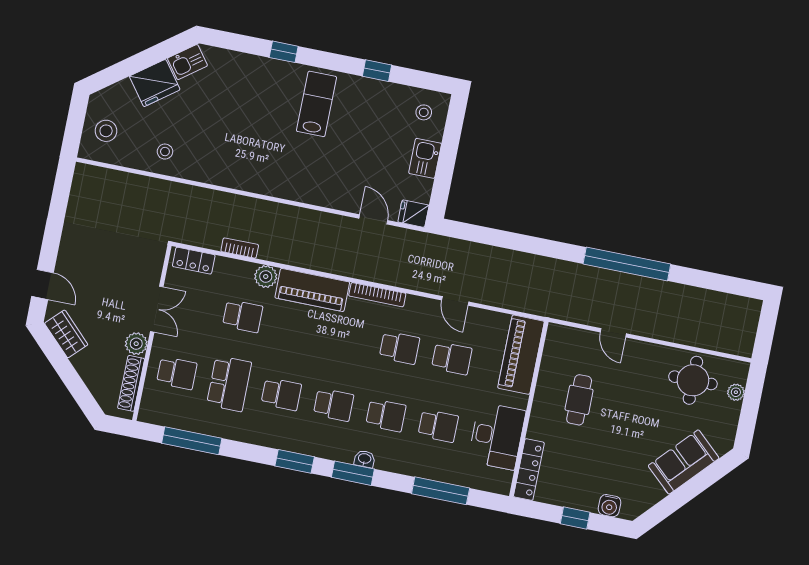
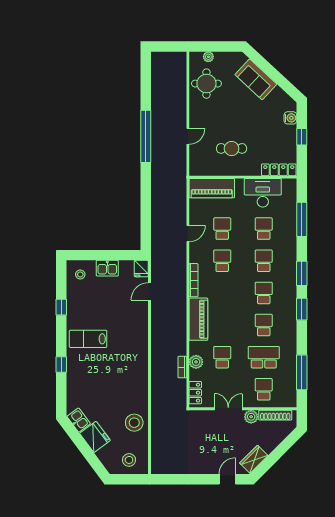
stool: (165, 152) -> (134, 423), width x1.89, depth x1.89
plant: (266, 276) -> (196, 362), moved
washbasin: (365, 459) -> (292, 268), removed

